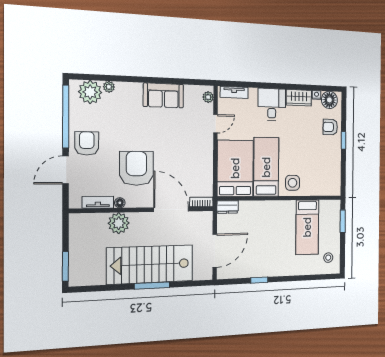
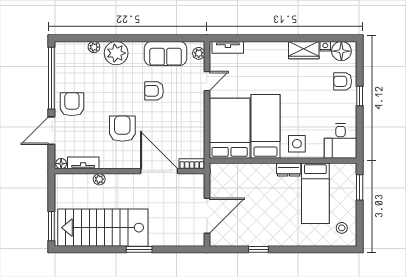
plant: (90, 92) -> (116, 53), moved
sofa: (163, 95) -> (166, 54), moved
desk: (272, 105) -> (341, 141), moved, turned 180
armchair: (167, 132) -> (154, 91), added
armchair: (136, 168) -> (122, 129), width x0.73, depth x0.73
floor lamp: (120, 203) -> (61, 164), moved
dresser: (228, 207) -> (289, 170), moved
plant: (119, 223) -> (99, 179), width x0.53, depth x0.53
stairs: (150, 265) -> (103, 228), moved
window: (152, 286) -> (139, 249), width x0.69

